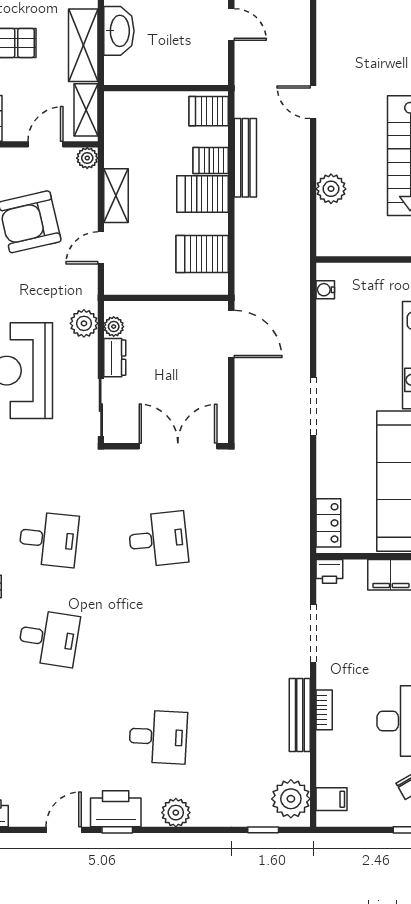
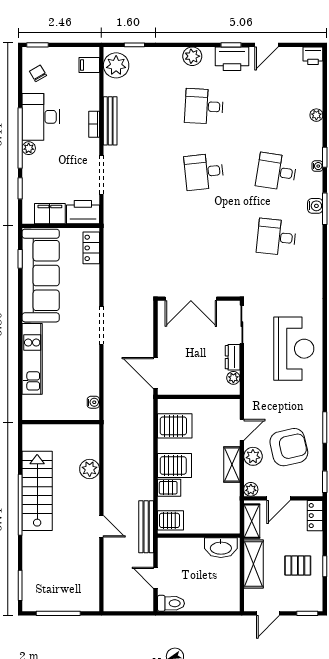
washbasin: (119, 31) -> (221, 548), moved, turned -90
bench: (245, 158) -> (146, 527), moved
plant: (84, 323) -> (253, 456), moved
desk: (158, 539) -> (204, 172), moved
printer: (329, 571) -> (83, 212), width x1.87, depth x1.48

